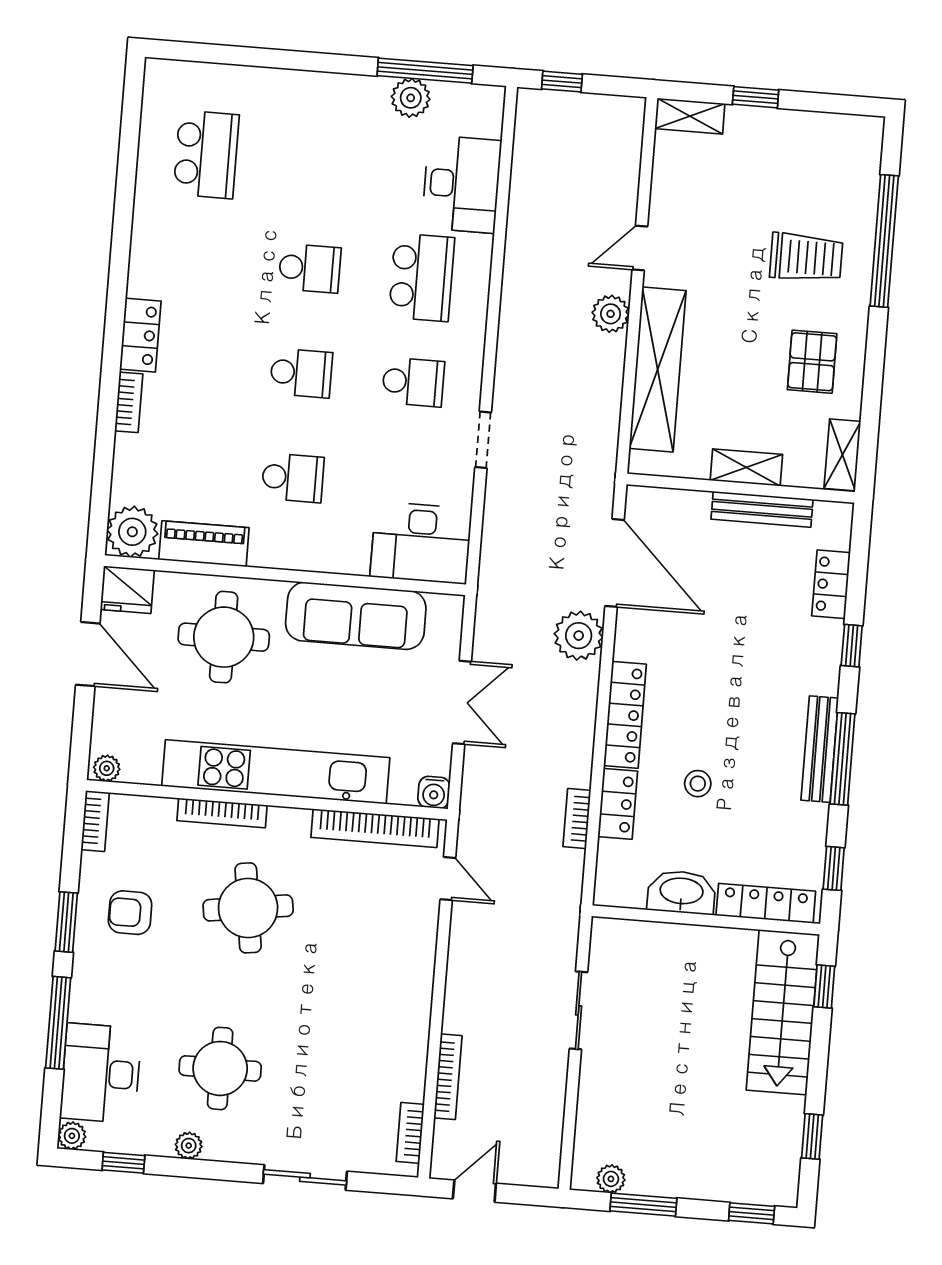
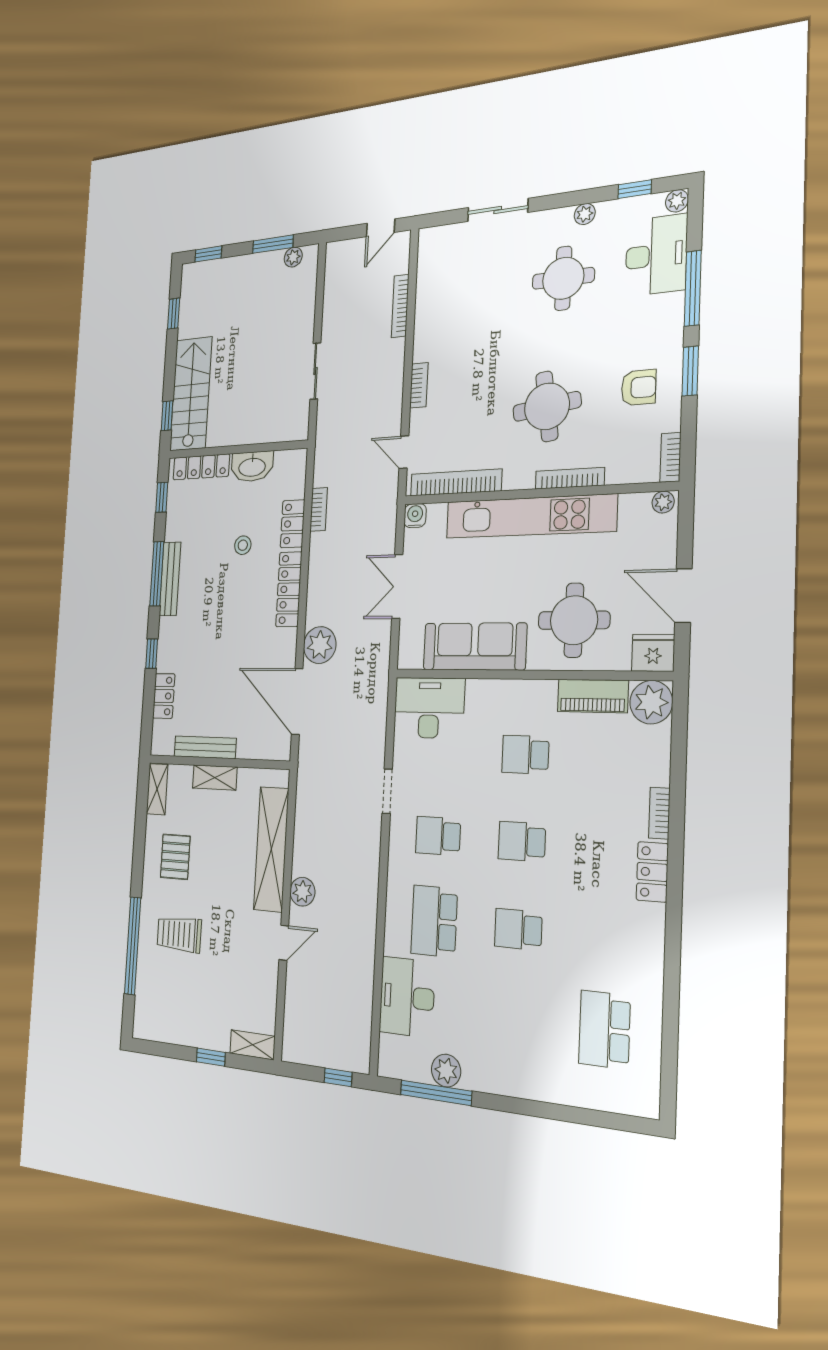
bookcase: (410, 1133) -> (419, 385), moved

